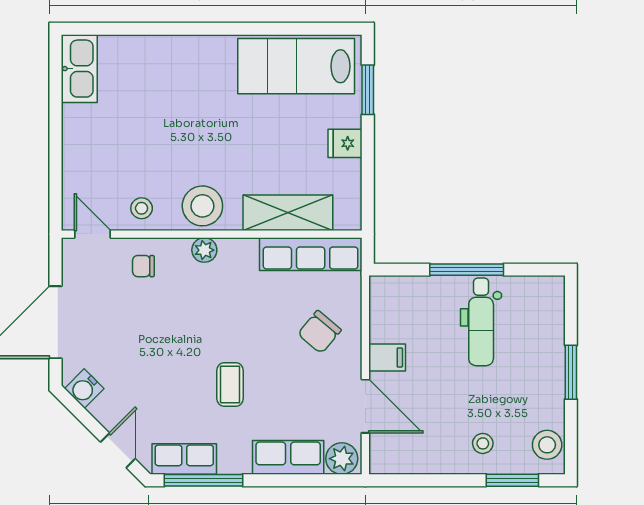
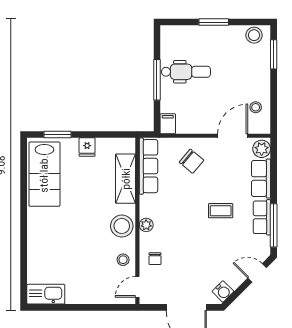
filing cabinet: (387, 357) -> (168, 124), moved
stool: (483, 443) -> (256, 107), moved
row of seats: (184, 459) -> (262, 217), moved

